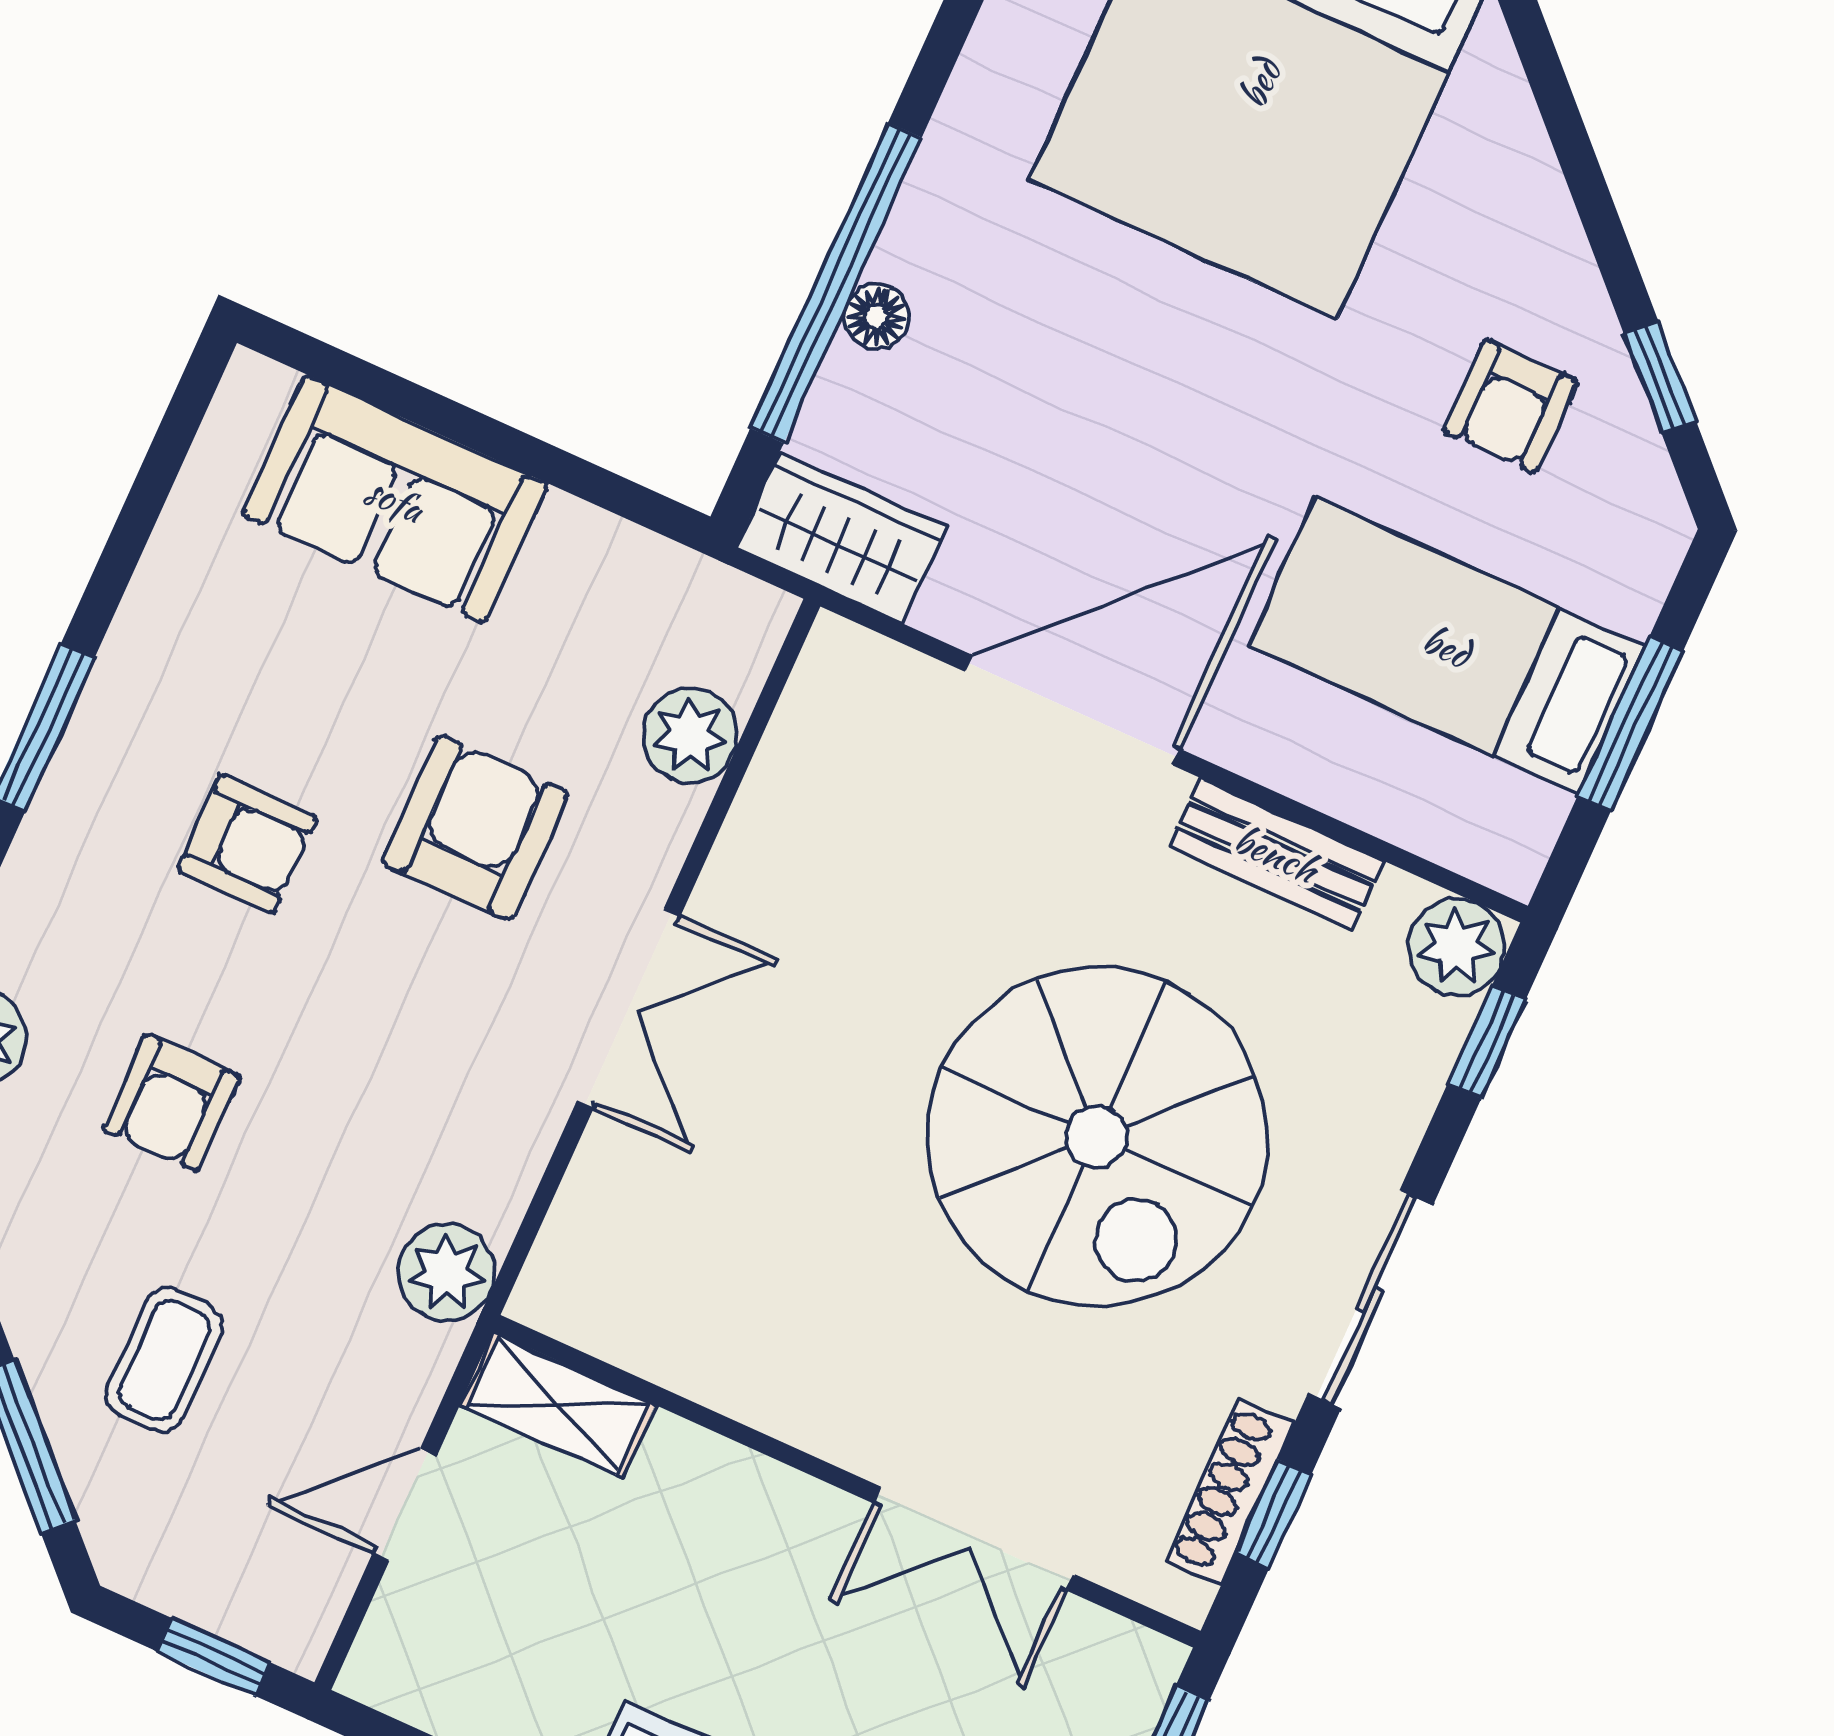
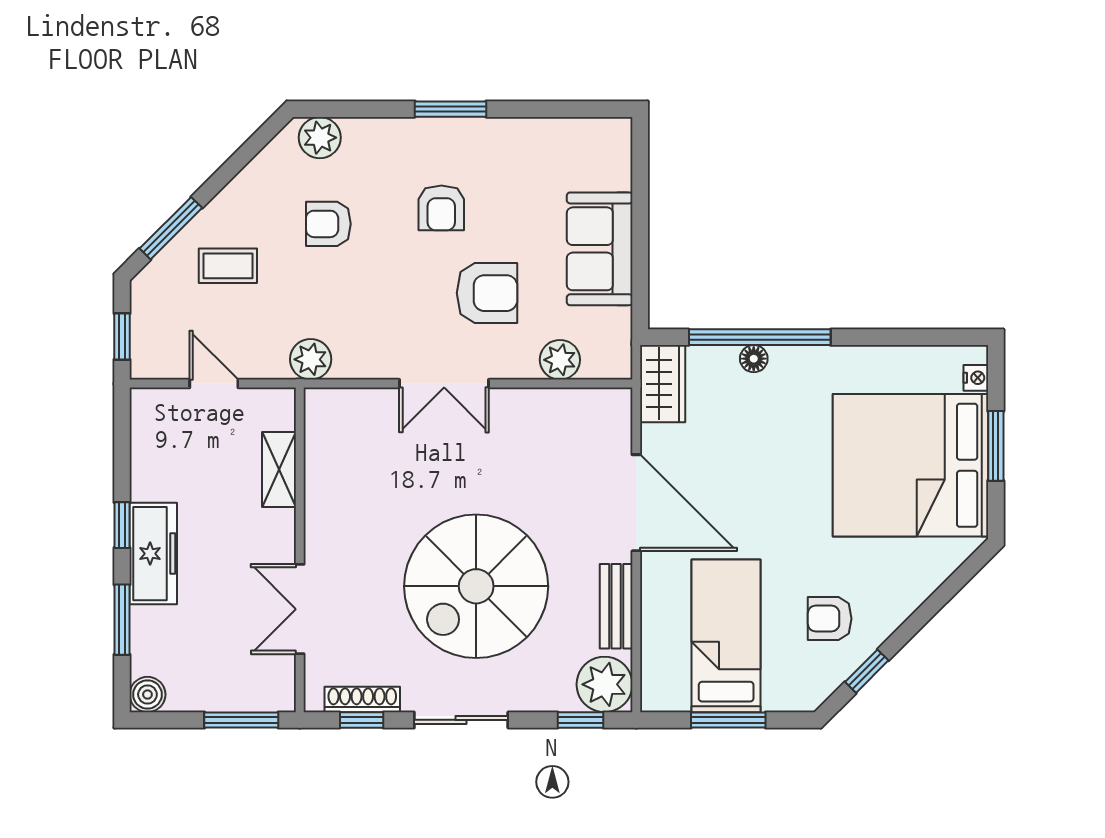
sofa: (395, 499) -> (600, 249), moved
plant: (1457, 947) -> (605, 684), width x1.36, depth x1.36
shelving: (557, 1405) -> (279, 469), moved

